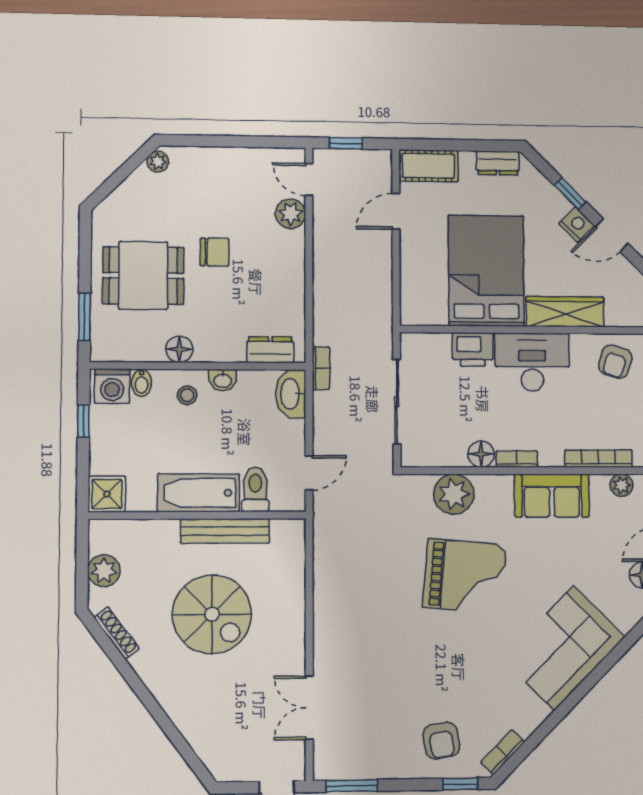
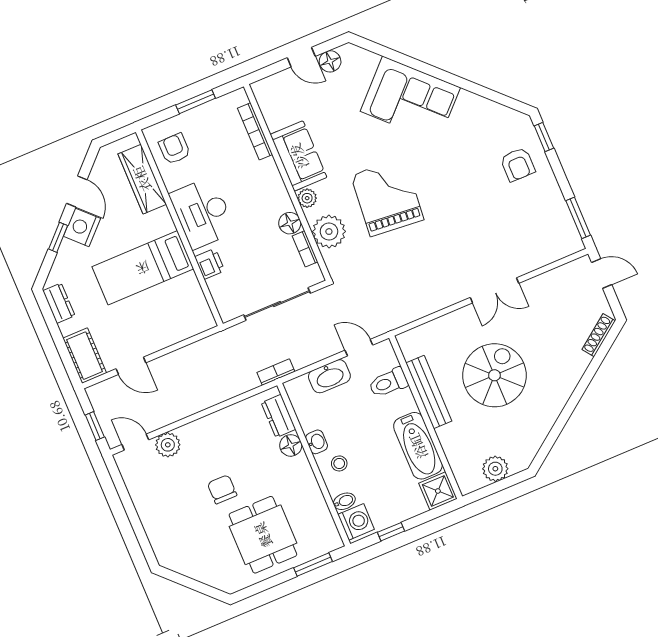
plant: (158, 162) -> (171, 561), removed
door: (309, 179) -> (135, 442), swing flipped
nightstand: (577, 225) -> (82, 227), width x1.36, depth x1.33
bed: (486, 271) -> (143, 268), width x0.67
wardrobe: (565, 312) -> (142, 179), moved
floor lamp: (179, 349) -> (291, 445), moved
printer: (473, 349) -> (210, 264), width x0.73, depth x0.81
armchair: (615, 362) -> (174, 149), turned -107
washbasin: (291, 394) -> (329, 376), moved
bookcase: (517, 459) -> (305, 249), moved
plant: (622, 485) -> (307, 198), moved
bathtub: (199, 493) -> (418, 446), moved
shoe rack: (117, 633) -> (599, 335), moved
double door: (309, 708) -> (494, 290), moved
armchair: (441, 741) -> (518, 164), turned 99
bookcase: (503, 752) -> (507, 114), removed

